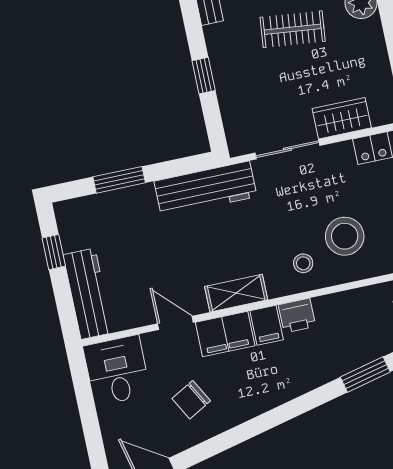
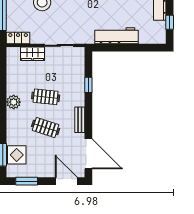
window: (119, 180) -> (135, 48), removed
workbench: (206, 189) -> (116, 36), moved

